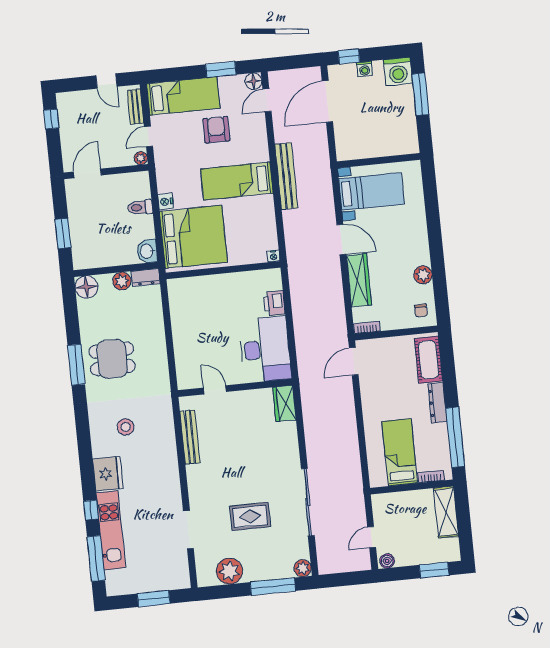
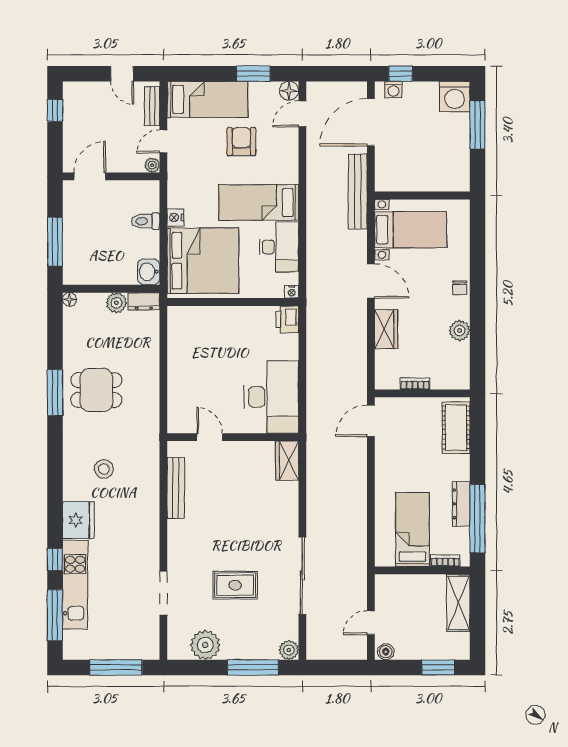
washing machine: (365, 69) -> (393, 90), moved
bench: (286, 176) -> (358, 191), moved
desk: (258, 218) -> (279, 247), added
window: (63, 233) -> (55, 242), width x1.44
wardrobe: (359, 280) -> (386, 329), width x0.67
floor lamp: (86, 287) -> (69, 299), width x0.53, depth x0.53
printer: (274, 303) -> (287, 319), moved
chair: (421, 311) -> (460, 288), moved
bookcase: (367, 327) -> (415, 384), moved
dresser: (437, 403) -> (461, 504), moved
window: (154, 599) -> (116, 667), width x1.44

